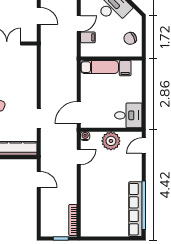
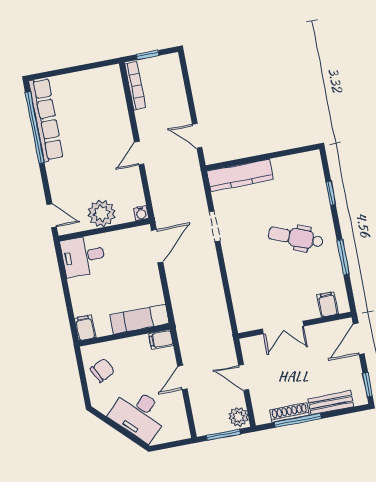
filing cabinet: (88, 37) -> (161, 339), moved
filing cabinet: (125, 68) -> (85, 328), moved
door: (144, 146) -> (52, 216), hinge flipped
door: (79, 157) -> (139, 153), moved

